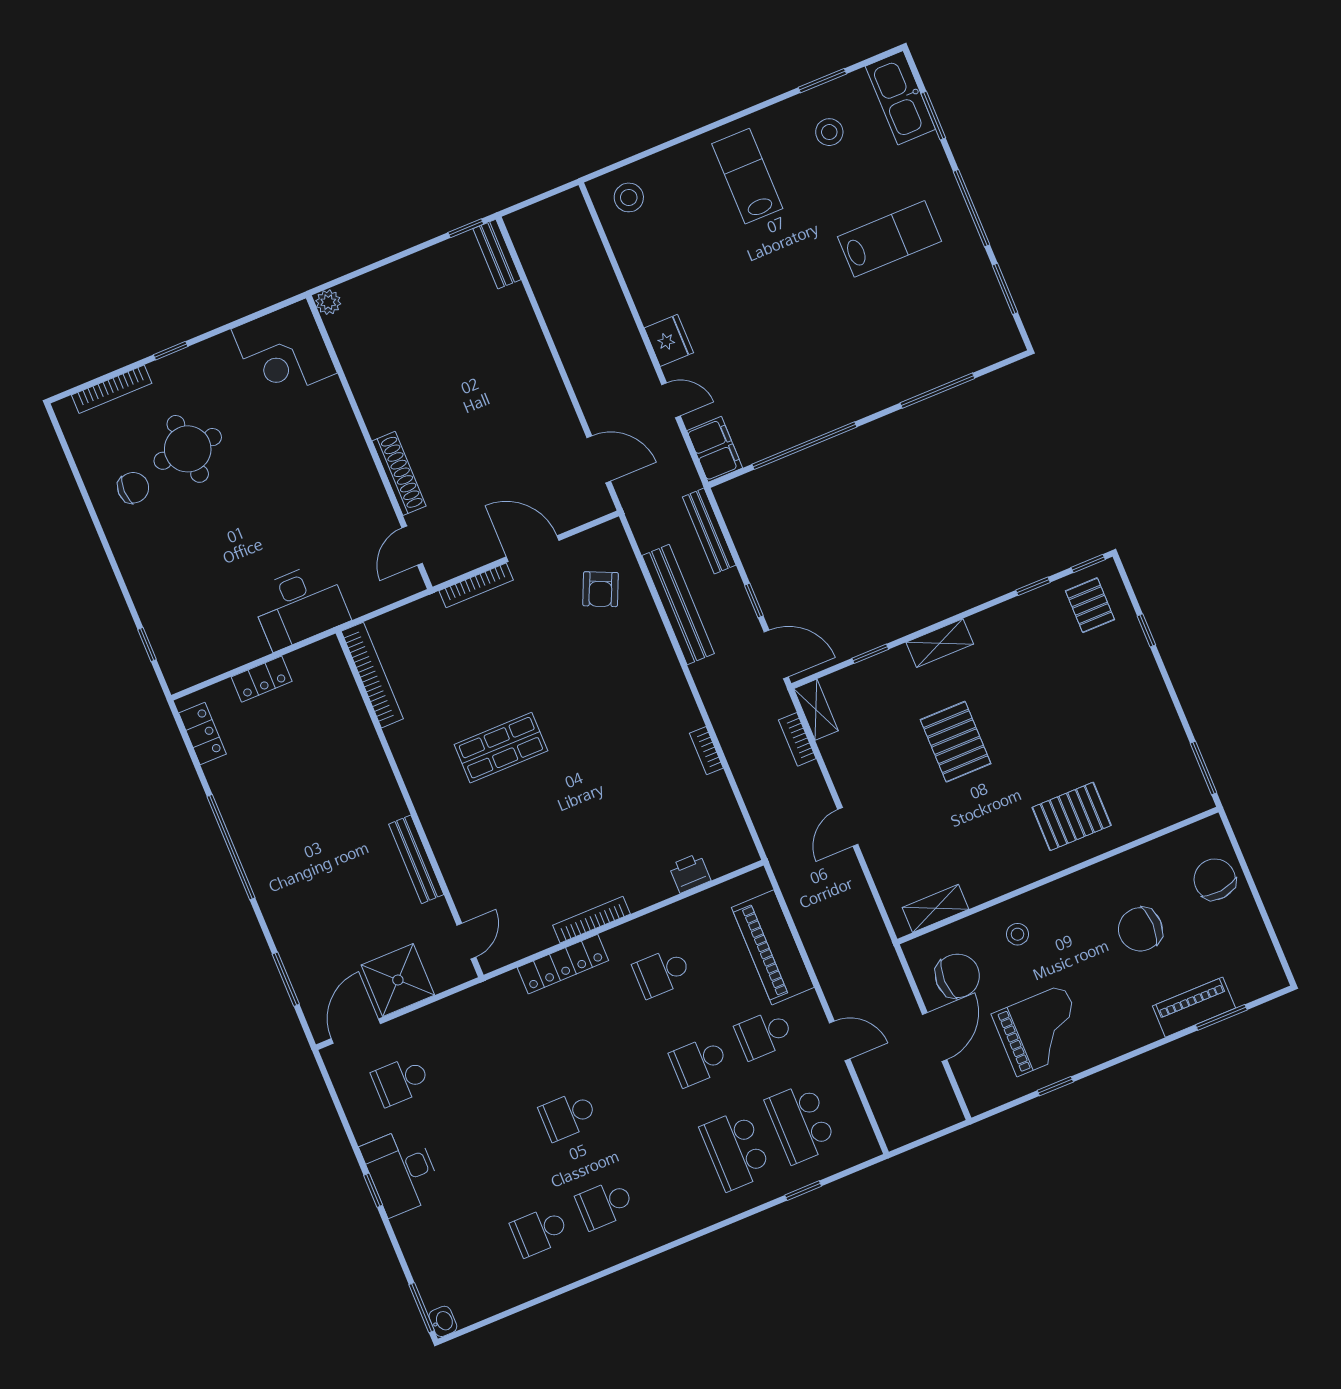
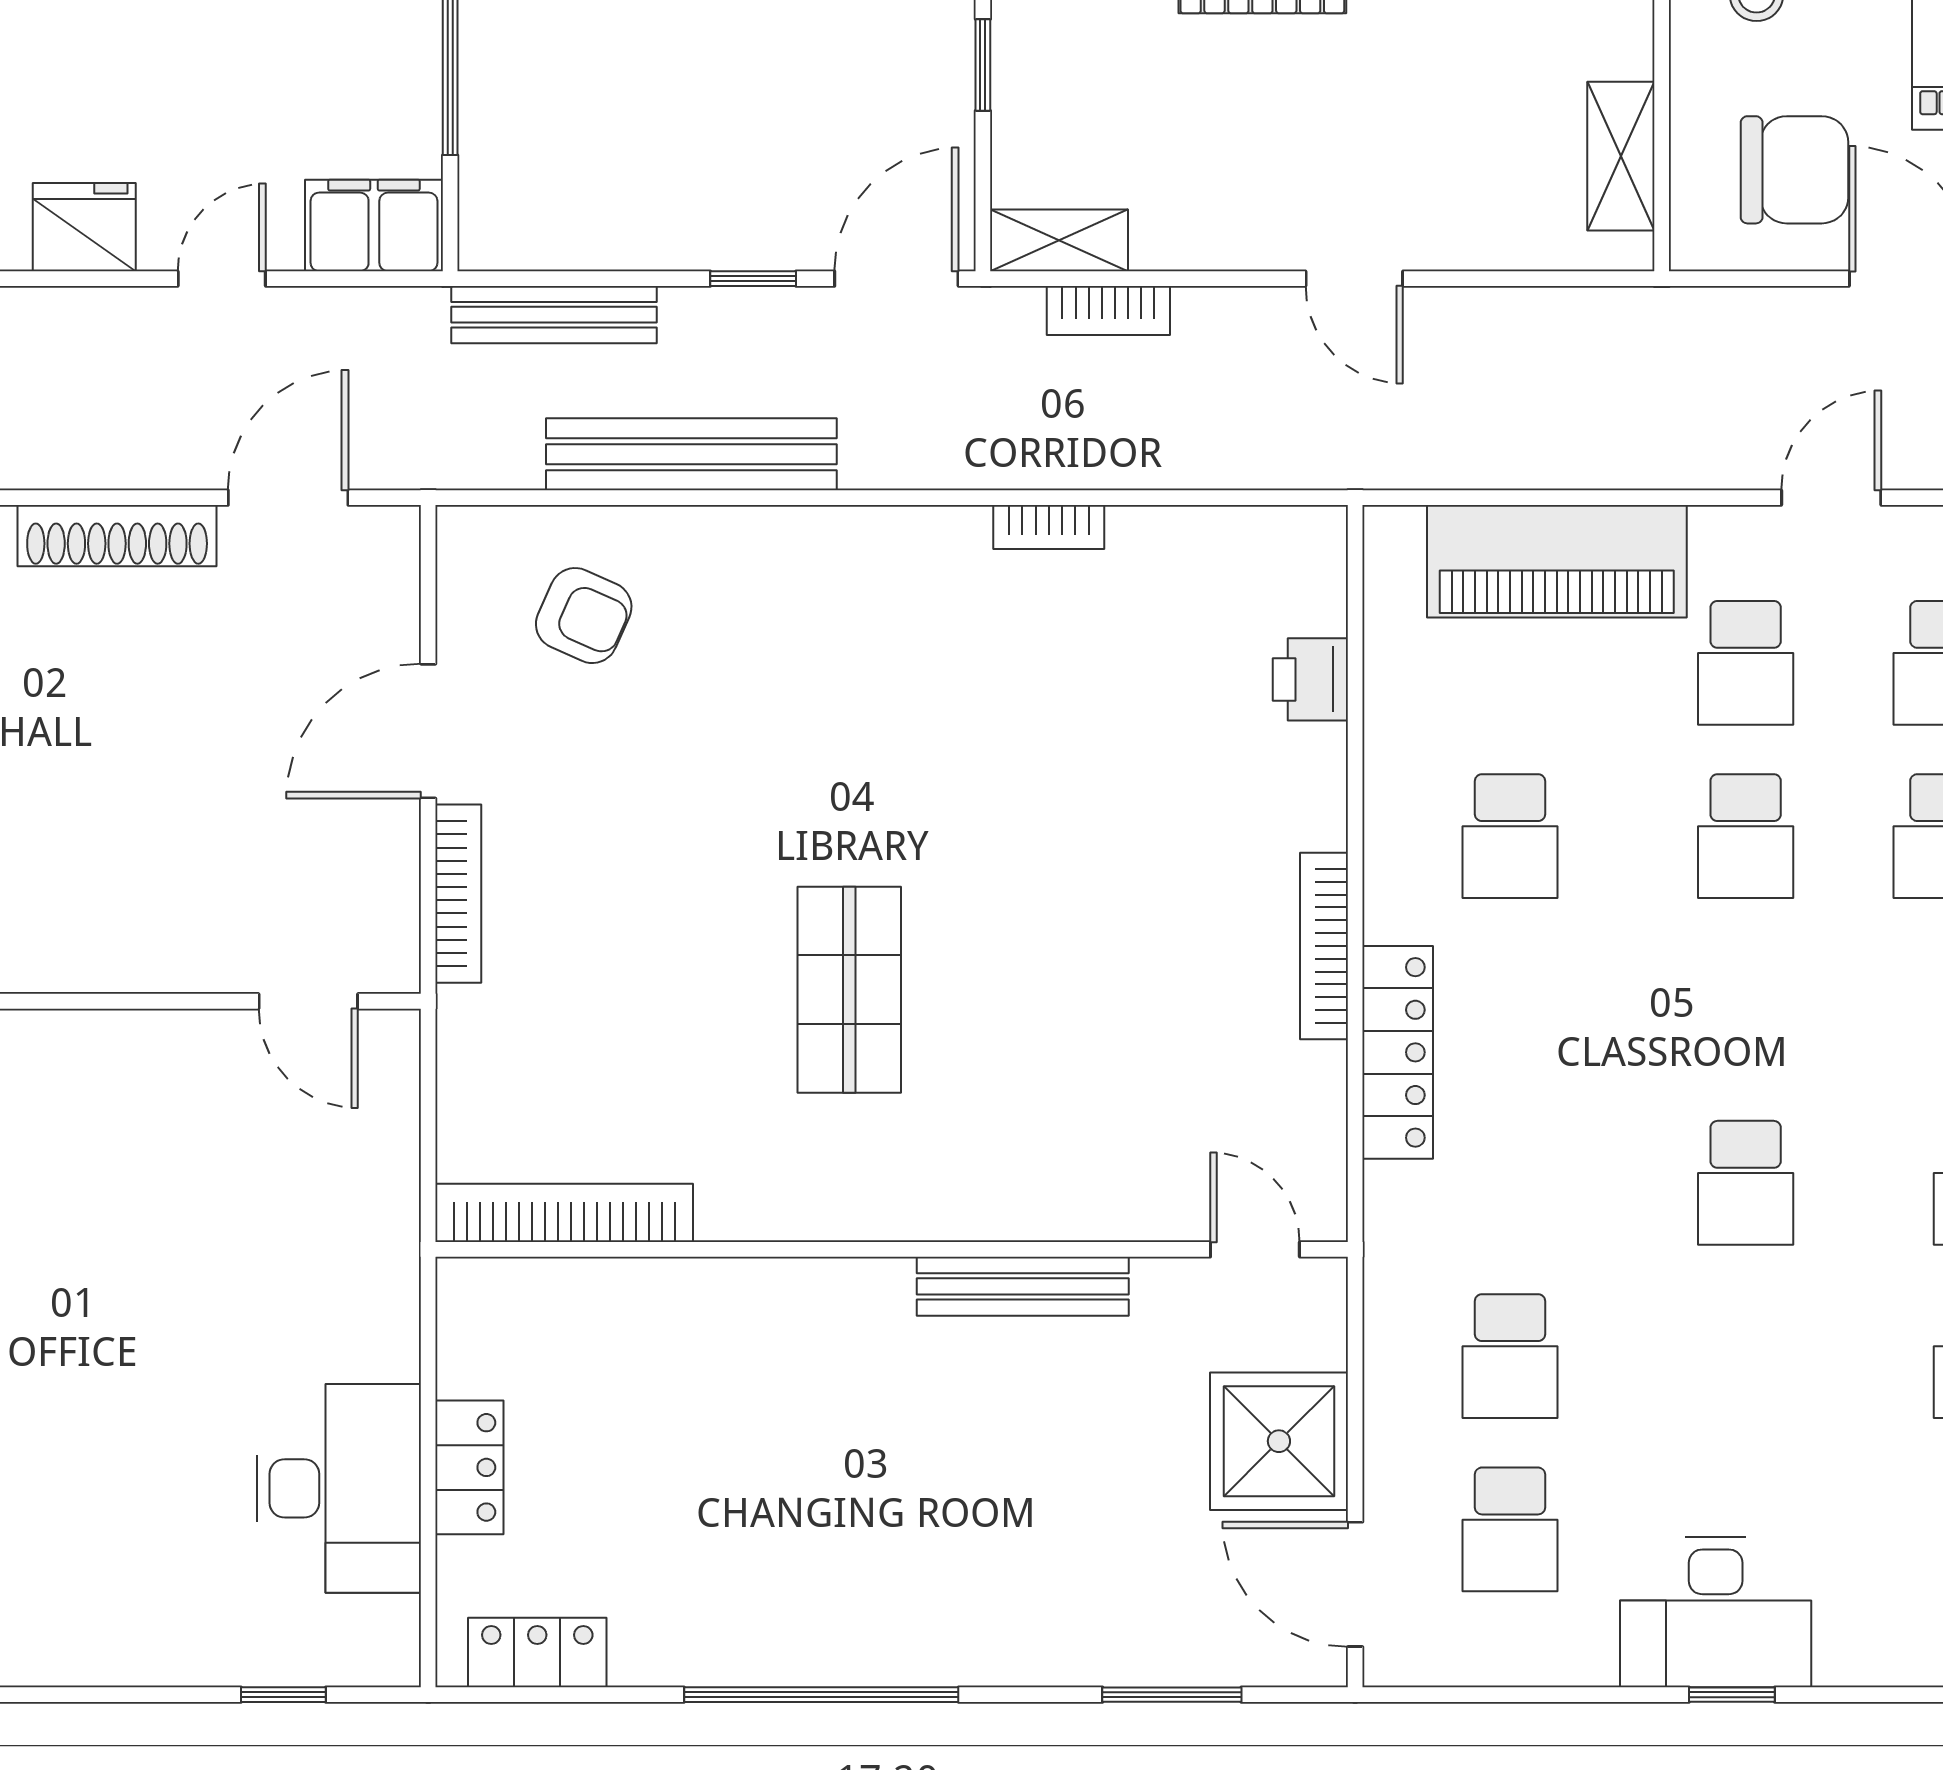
shoe rack: (399, 473) -> (117, 536), moved, turned 180
desk: (300, 606) -> (339, 1488), moved
chair: (957, 976) -> (1795, 170), turned 90
school desk: (466, 1054) -> (1510, 1356), added

